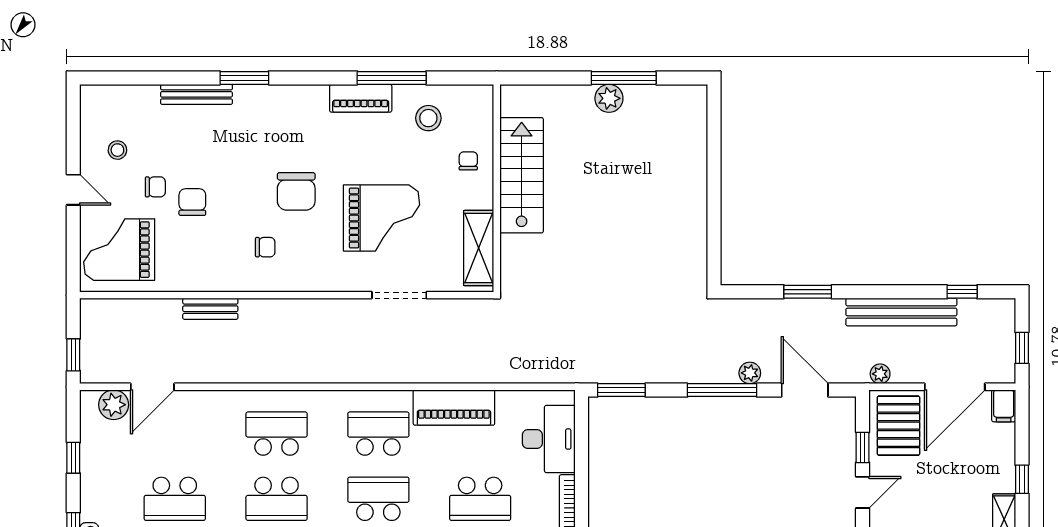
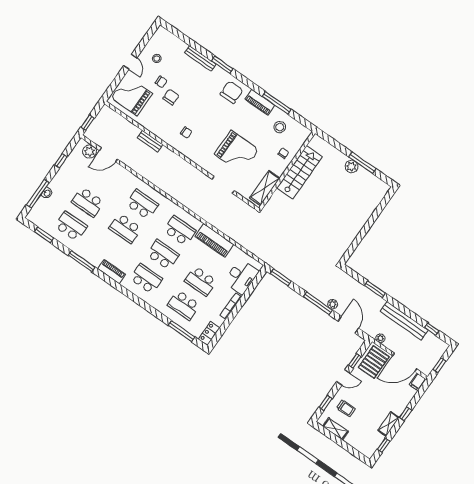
chair: (296, 191) -> (232, 92), moved, turned 180

